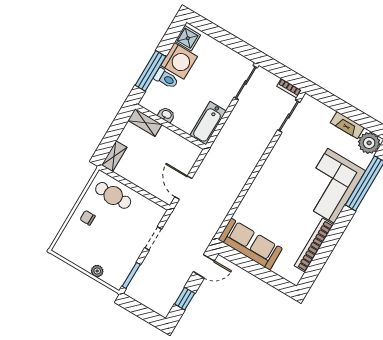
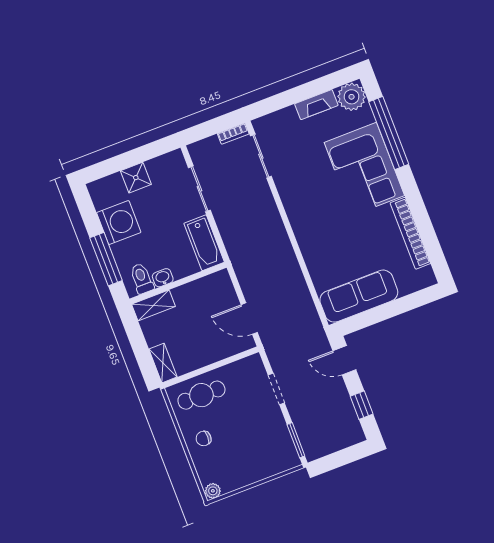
shower: (188, 38) -> (136, 178), moved
toilet: (166, 78) -> (142, 278), moved, turned -90
sliding door: (246, 83) -> (199, 189), moved
door: (204, 266) -> (344, 360), swing flipped
plant: (97, 271) -> (213, 491), moved

